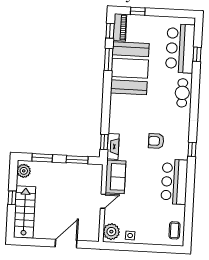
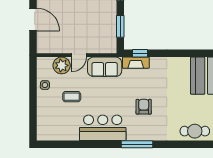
window: (192, 149) -> (137, 144), width x2.17
door: (103, 201) -> (79, 55), hinge flipped
coffee table: (174, 230) -> (72, 97), moved
plant: (111, 232) -> (62, 65), moved

